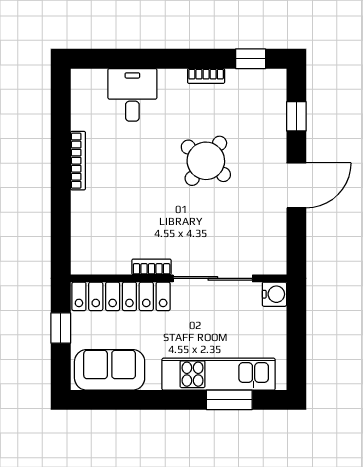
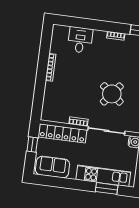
round table: (206, 161) -> (112, 94), moved

